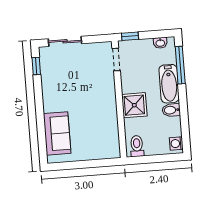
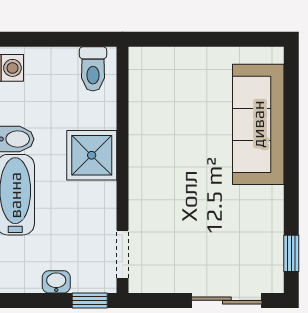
washbasin: (160, 43) -> (56, 282), moved
sofa: (57, 133) -> (258, 124), width x1.36

